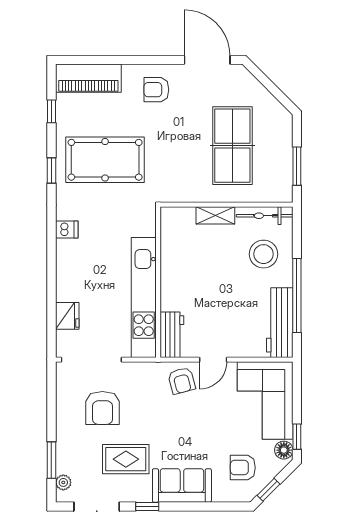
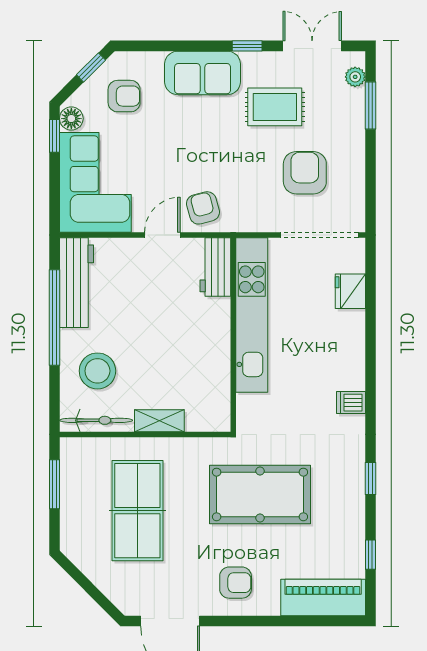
pool table: (105, 160) -> (260, 494), moved

